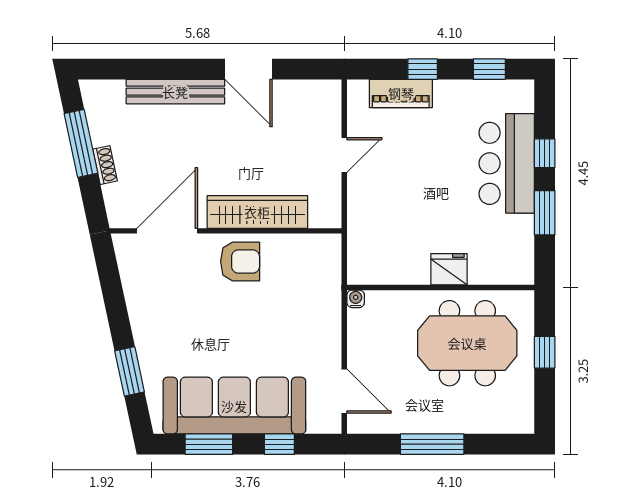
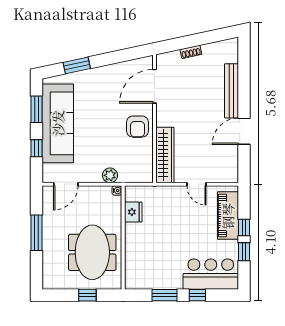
window: (489, 69) -> (244, 252), moved
piano: (401, 93) -> (228, 216), width x1.37, depth x1.33
window: (81, 143) -> (203, 38), removed
bar counter: (507, 163) -> (211, 274), moved
wardrobe: (257, 212) -> (165, 155), moved
door: (167, 231) -> (154, 86), swing flipped
fridge: (449, 269) -> (133, 212), moved
plant: (328, 311) -> (110, 175), added

